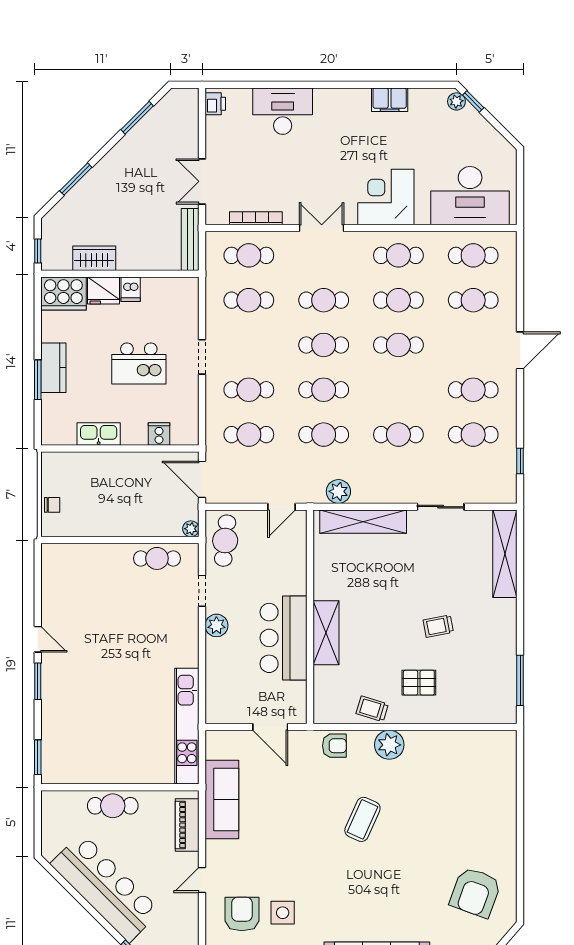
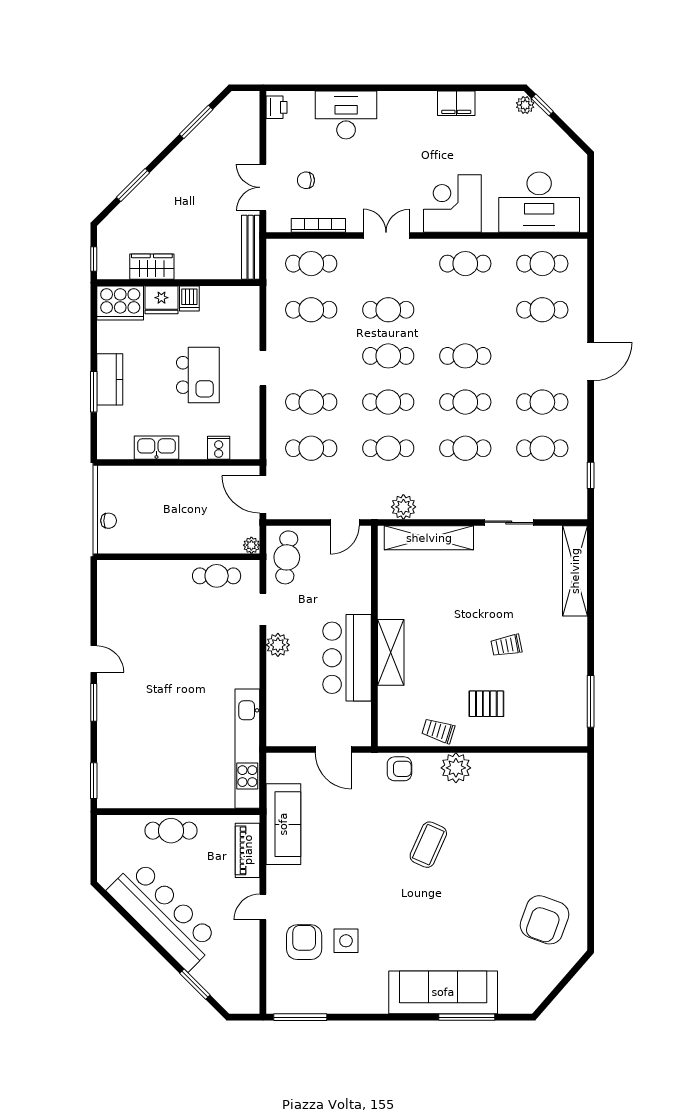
chair: (244, 174) -> (306, 180), added
cafe table: (398, 300) -> (465, 402), moved
kitchen island: (139, 363) -> (198, 375), turned -90

